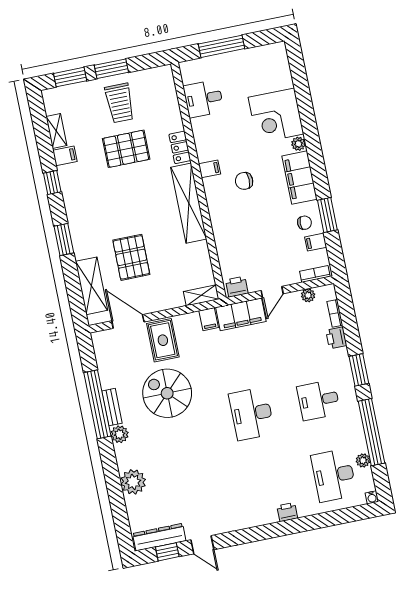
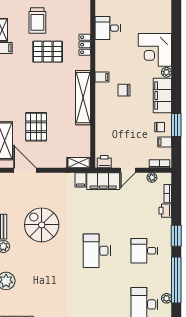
trolley: (120, 103) -> (37, 21), moved
locker: (180, 147) -> (85, 45), moved
rug: (163, 340) -> (46, 188), removed

